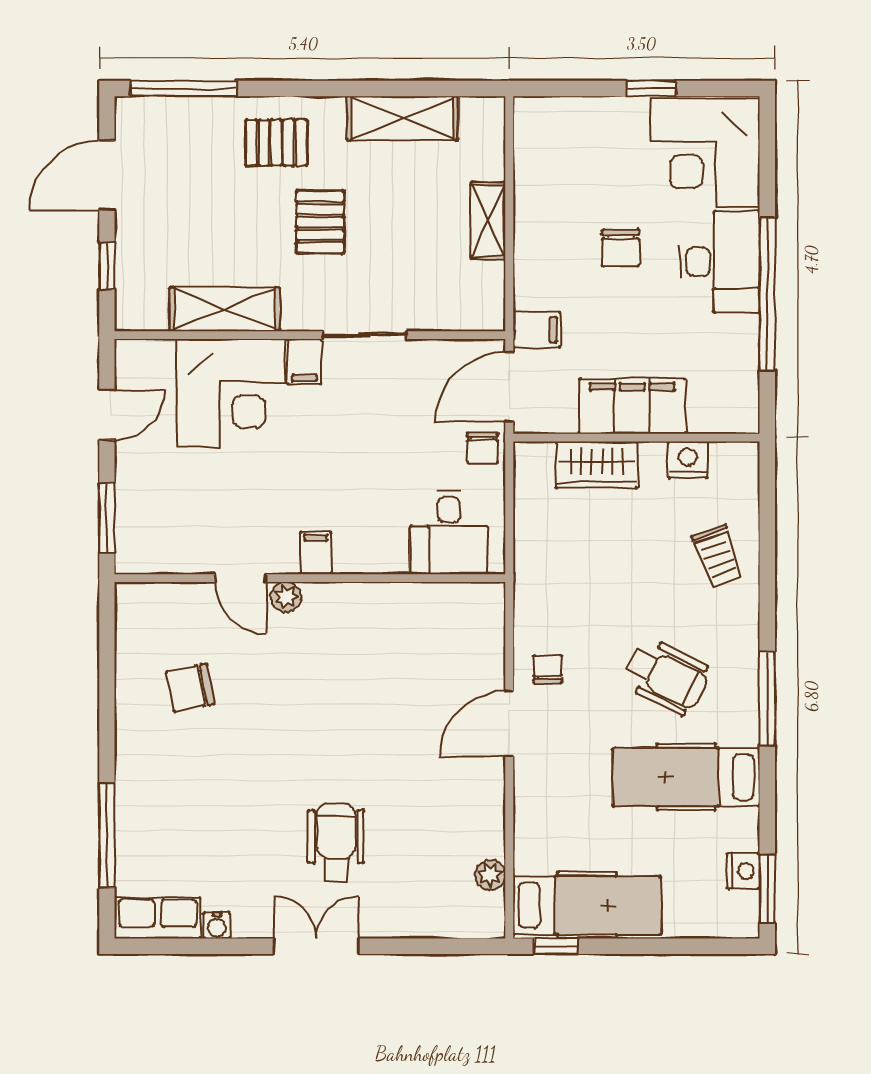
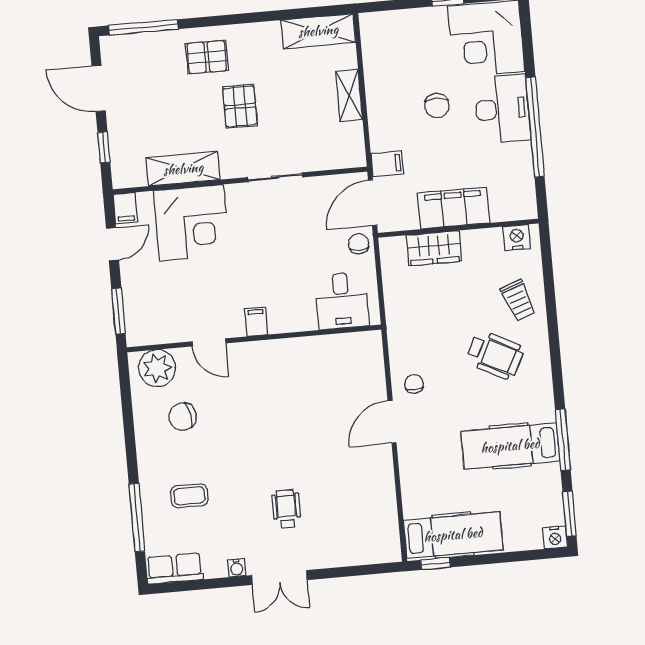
shelving: (403, 118) -> (318, 31), moved
door: (107, 175) -> (99, 88), hinge flipped
filing cabinet: (305, 362) -> (125, 208), moved
chair: (482, 448) -> (359, 244), turned 180
nightstand: (688, 460) -> (517, 237), moved
plant: (286, 597) -> (157, 368), moved, width x1.88, depth x1.88
wheelchair: (666, 676) -> (495, 355), moved
window: (767, 698) -> (563, 440), moved
coffee table: (190, 809) -> (189, 496), added
wheelchair: (336, 843) -> (286, 509), width x0.73, depth x0.73
nightstand: (743, 871) -> (555, 537), moved, turned 90
plant: (490, 875) -> (389, 521), removed
water cooler: (217, 925) -> (237, 568), moved
double door: (316, 946) -> (279, 578), swing flipped

